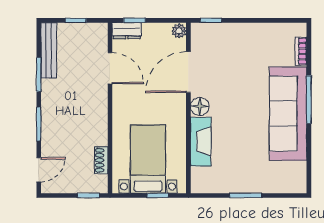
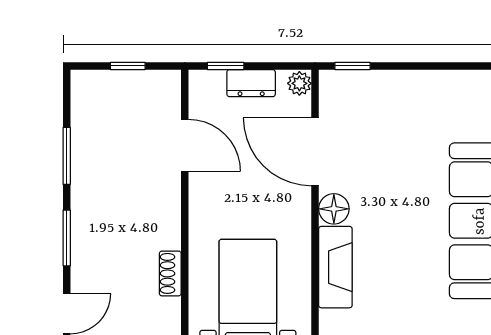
dresser: (127, 31) -> (251, 83), moved
bench: (49, 50) -> (83, 116), removed
door: (188, 72) -> (315, 152), hinge flipped
shoe rack: (101, 160) -> (170, 273), moved

